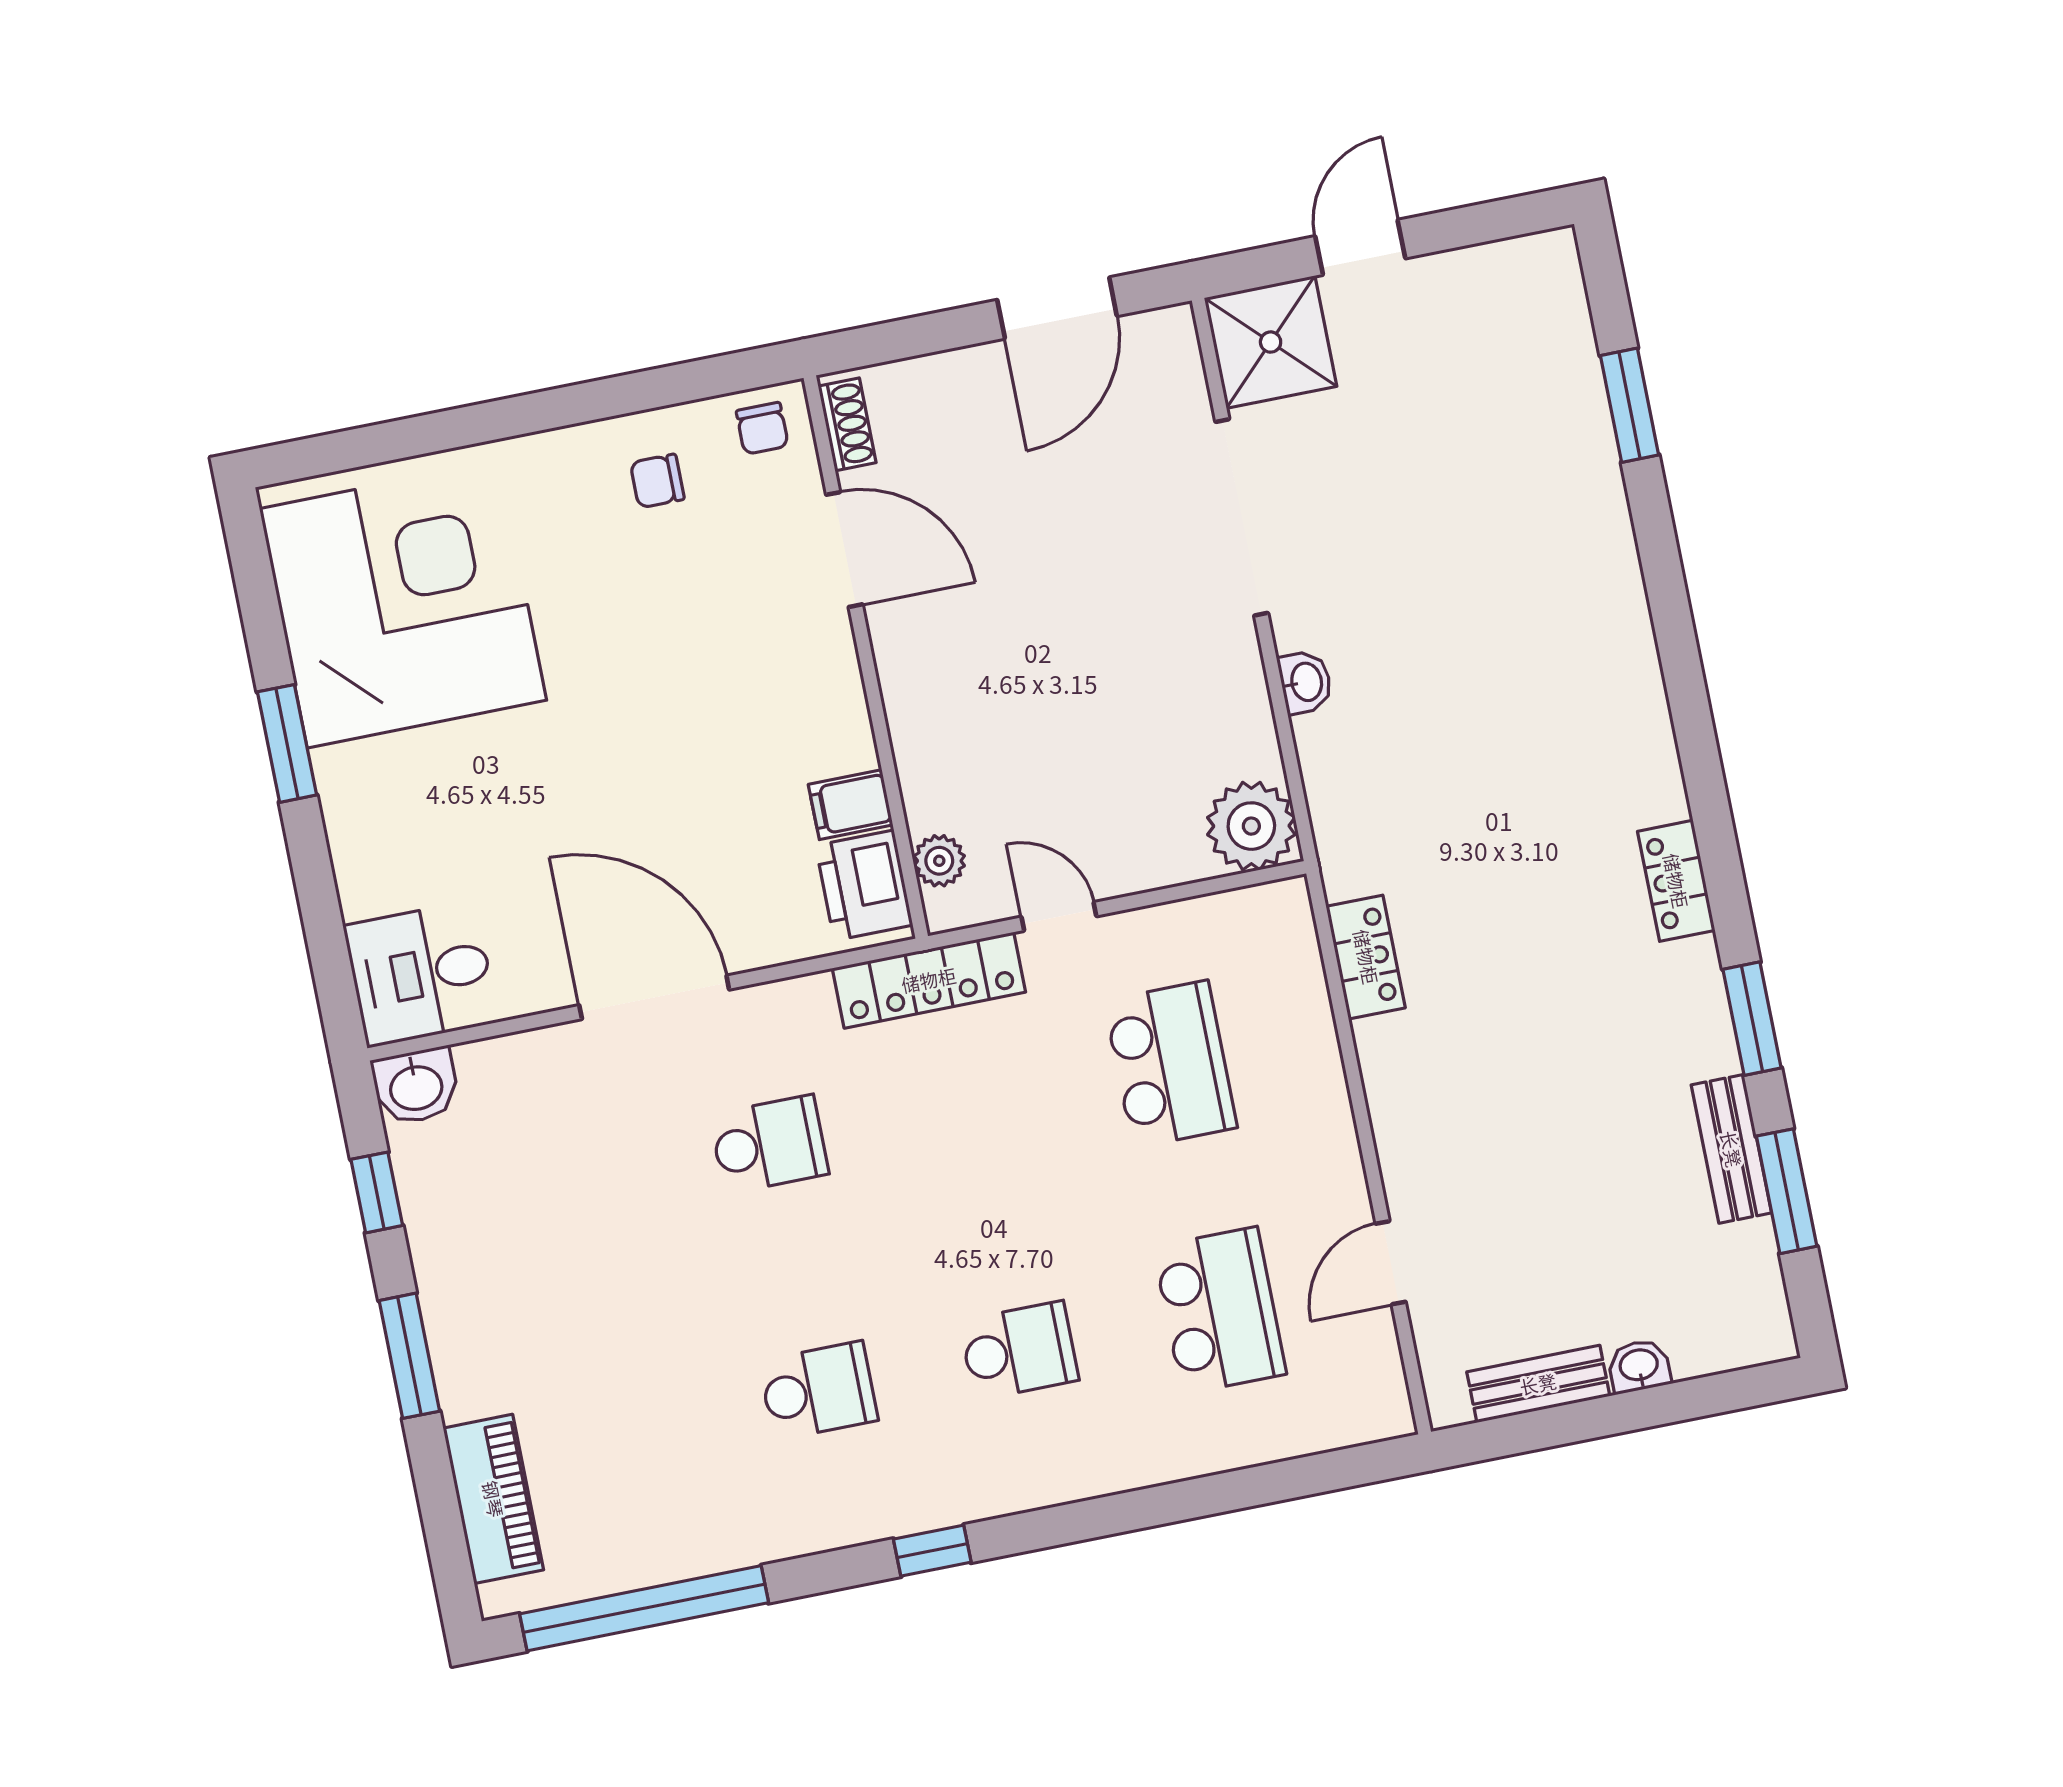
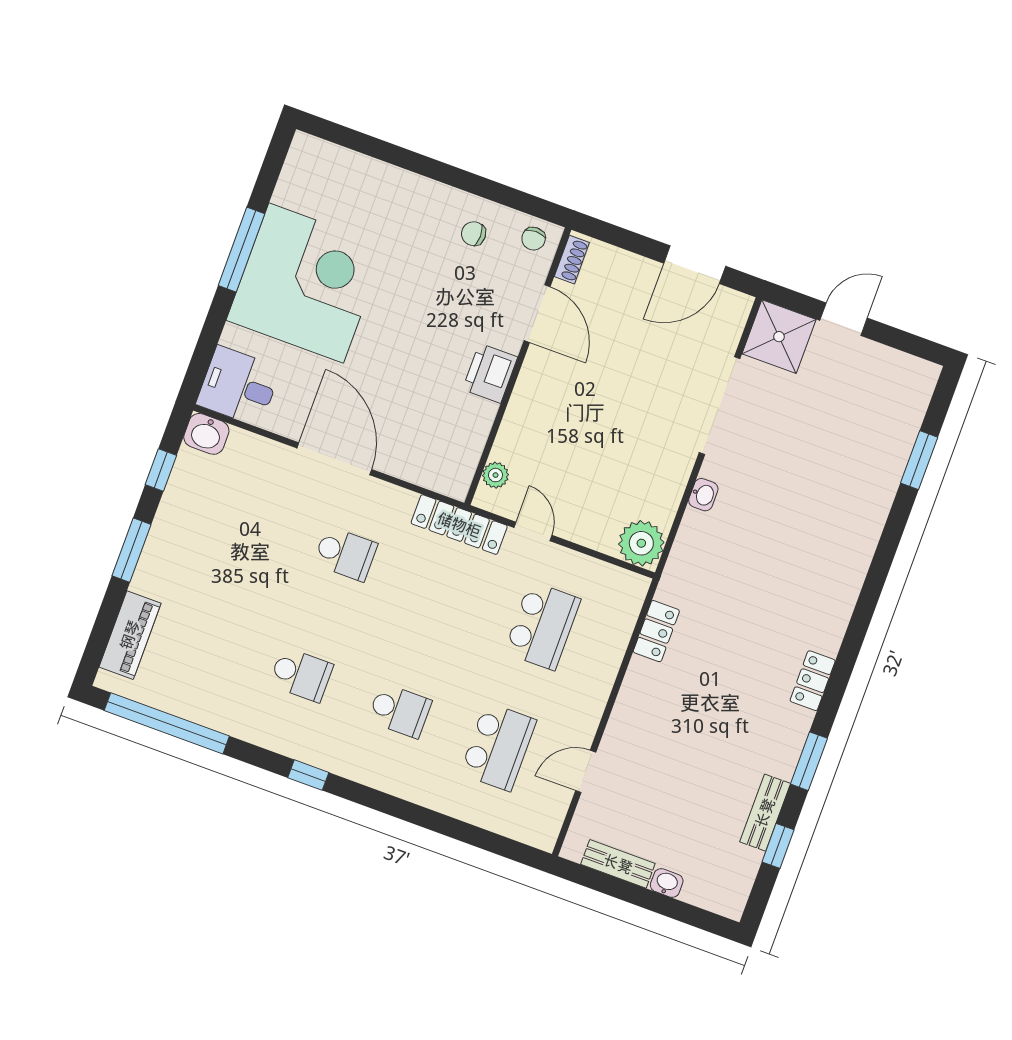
corner desk: (403, 604) -> (306, 283), moved
window: (287, 743) -> (241, 250), width x1.44
filing cabinet: (851, 805) -> (472, 427), removed
printer: (864, 885) -> (490, 373), moved
window: (1787, 1191) -> (778, 846), width x0.67

